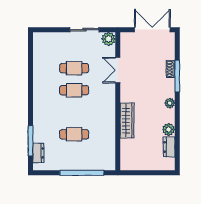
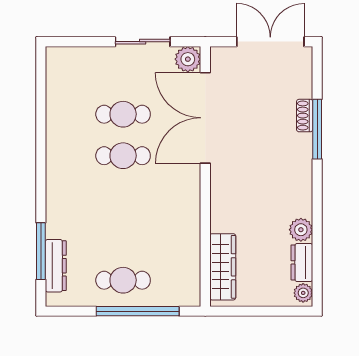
double door: (118, 70) -> (205, 118), width x1.87
plant: (170, 103) -> (303, 293), moved
wardrobe: (127, 120) -> (223, 267), moved
cafe table: (74, 134) -> (123, 280), moved
dresser: (38, 153) -> (56, 266), width x1.44

